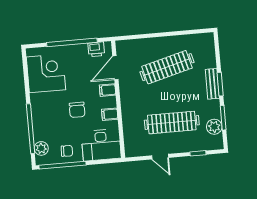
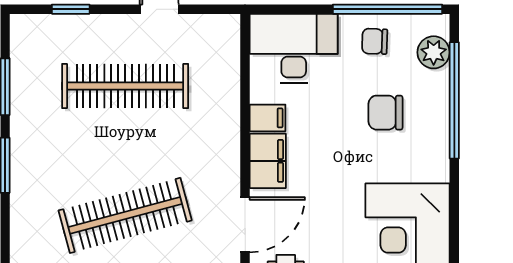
bench: (212, 84) -> (23, 168), removed
filing cabinet: (108, 90) -> (268, 161), width x2.00
chair: (77, 110) -> (385, 113), moved, turned -90
plant: (214, 127) -> (28, 68), removed

